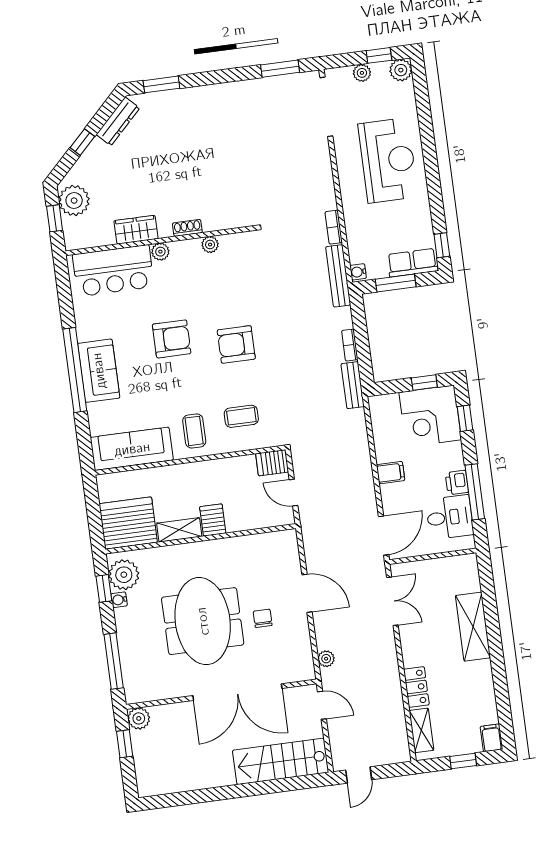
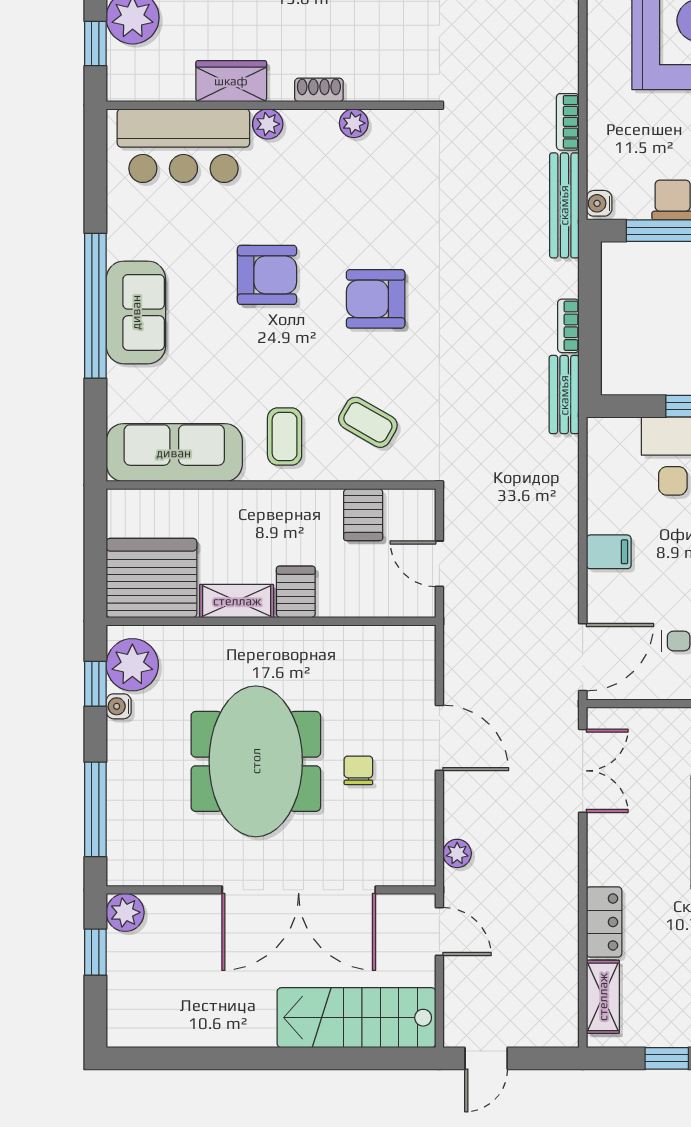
coffee table: (241, 416) -> (368, 422), turned 30
server rack: (272, 463) -> (363, 515), moved, turned -90

